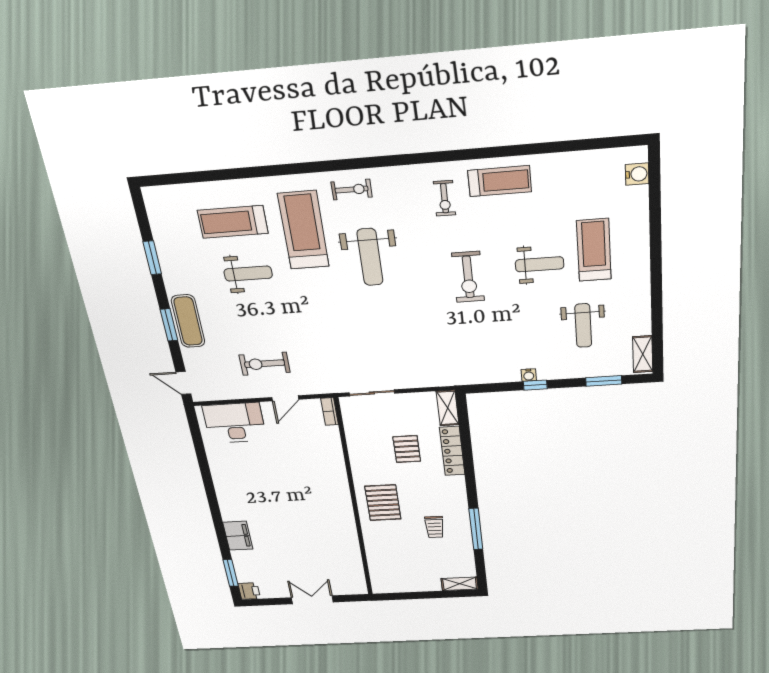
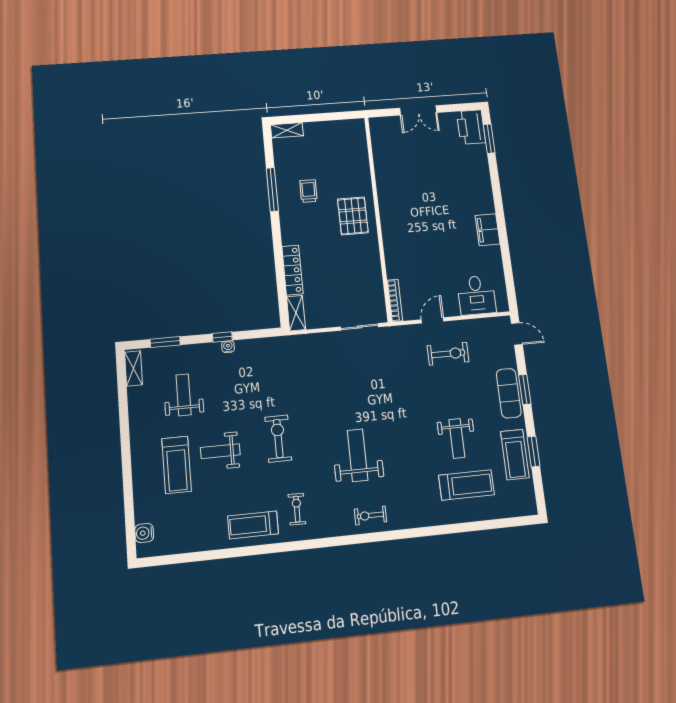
treadmill: (303, 230) -> (515, 455), moved, width x0.73, depth x0.73
weight bench: (248, 274) -> (457, 438), turned -90
bookcase: (329, 411) -> (395, 300), width x1.56
desk: (235, 423) -> (476, 295), width x0.73
pallet: (407, 449) -> (331, 271), removed
filing cabinet: (238, 536) -> (488, 230), moved
printer: (249, 591) -> (471, 127), width x1.87, depth x1.48

